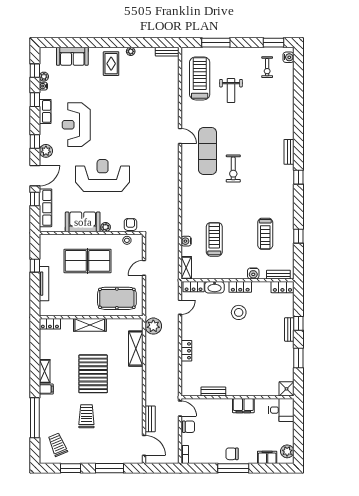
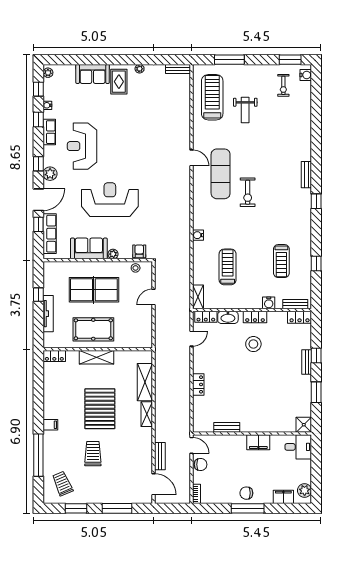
sofa: (72, 56) -> (93, 74), moved
plant: (44, 77) -> (48, 73), moved
water cooler: (186, 241) -> (198, 235), moved
pool table: (117, 298) -> (93, 329), moved
plant: (153, 326) -> (163, 358), removed
shelving: (45, 371) -> (147, 414), moved

